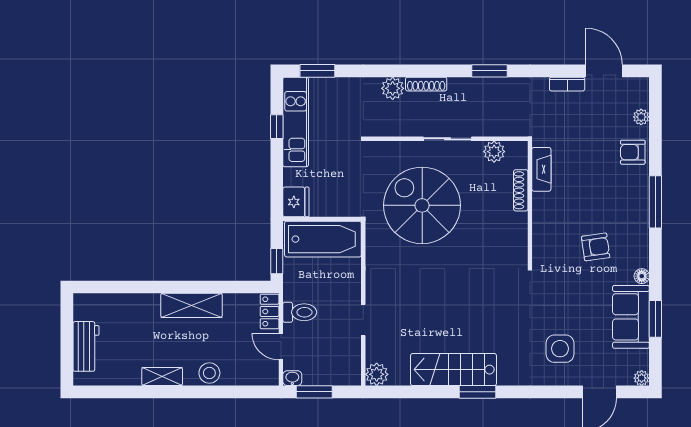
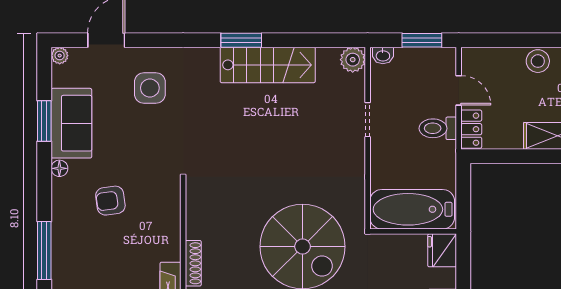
window: (277, 261) -> (463, 185), removed
washbasin: (292, 378) -> (383, 55), moved

